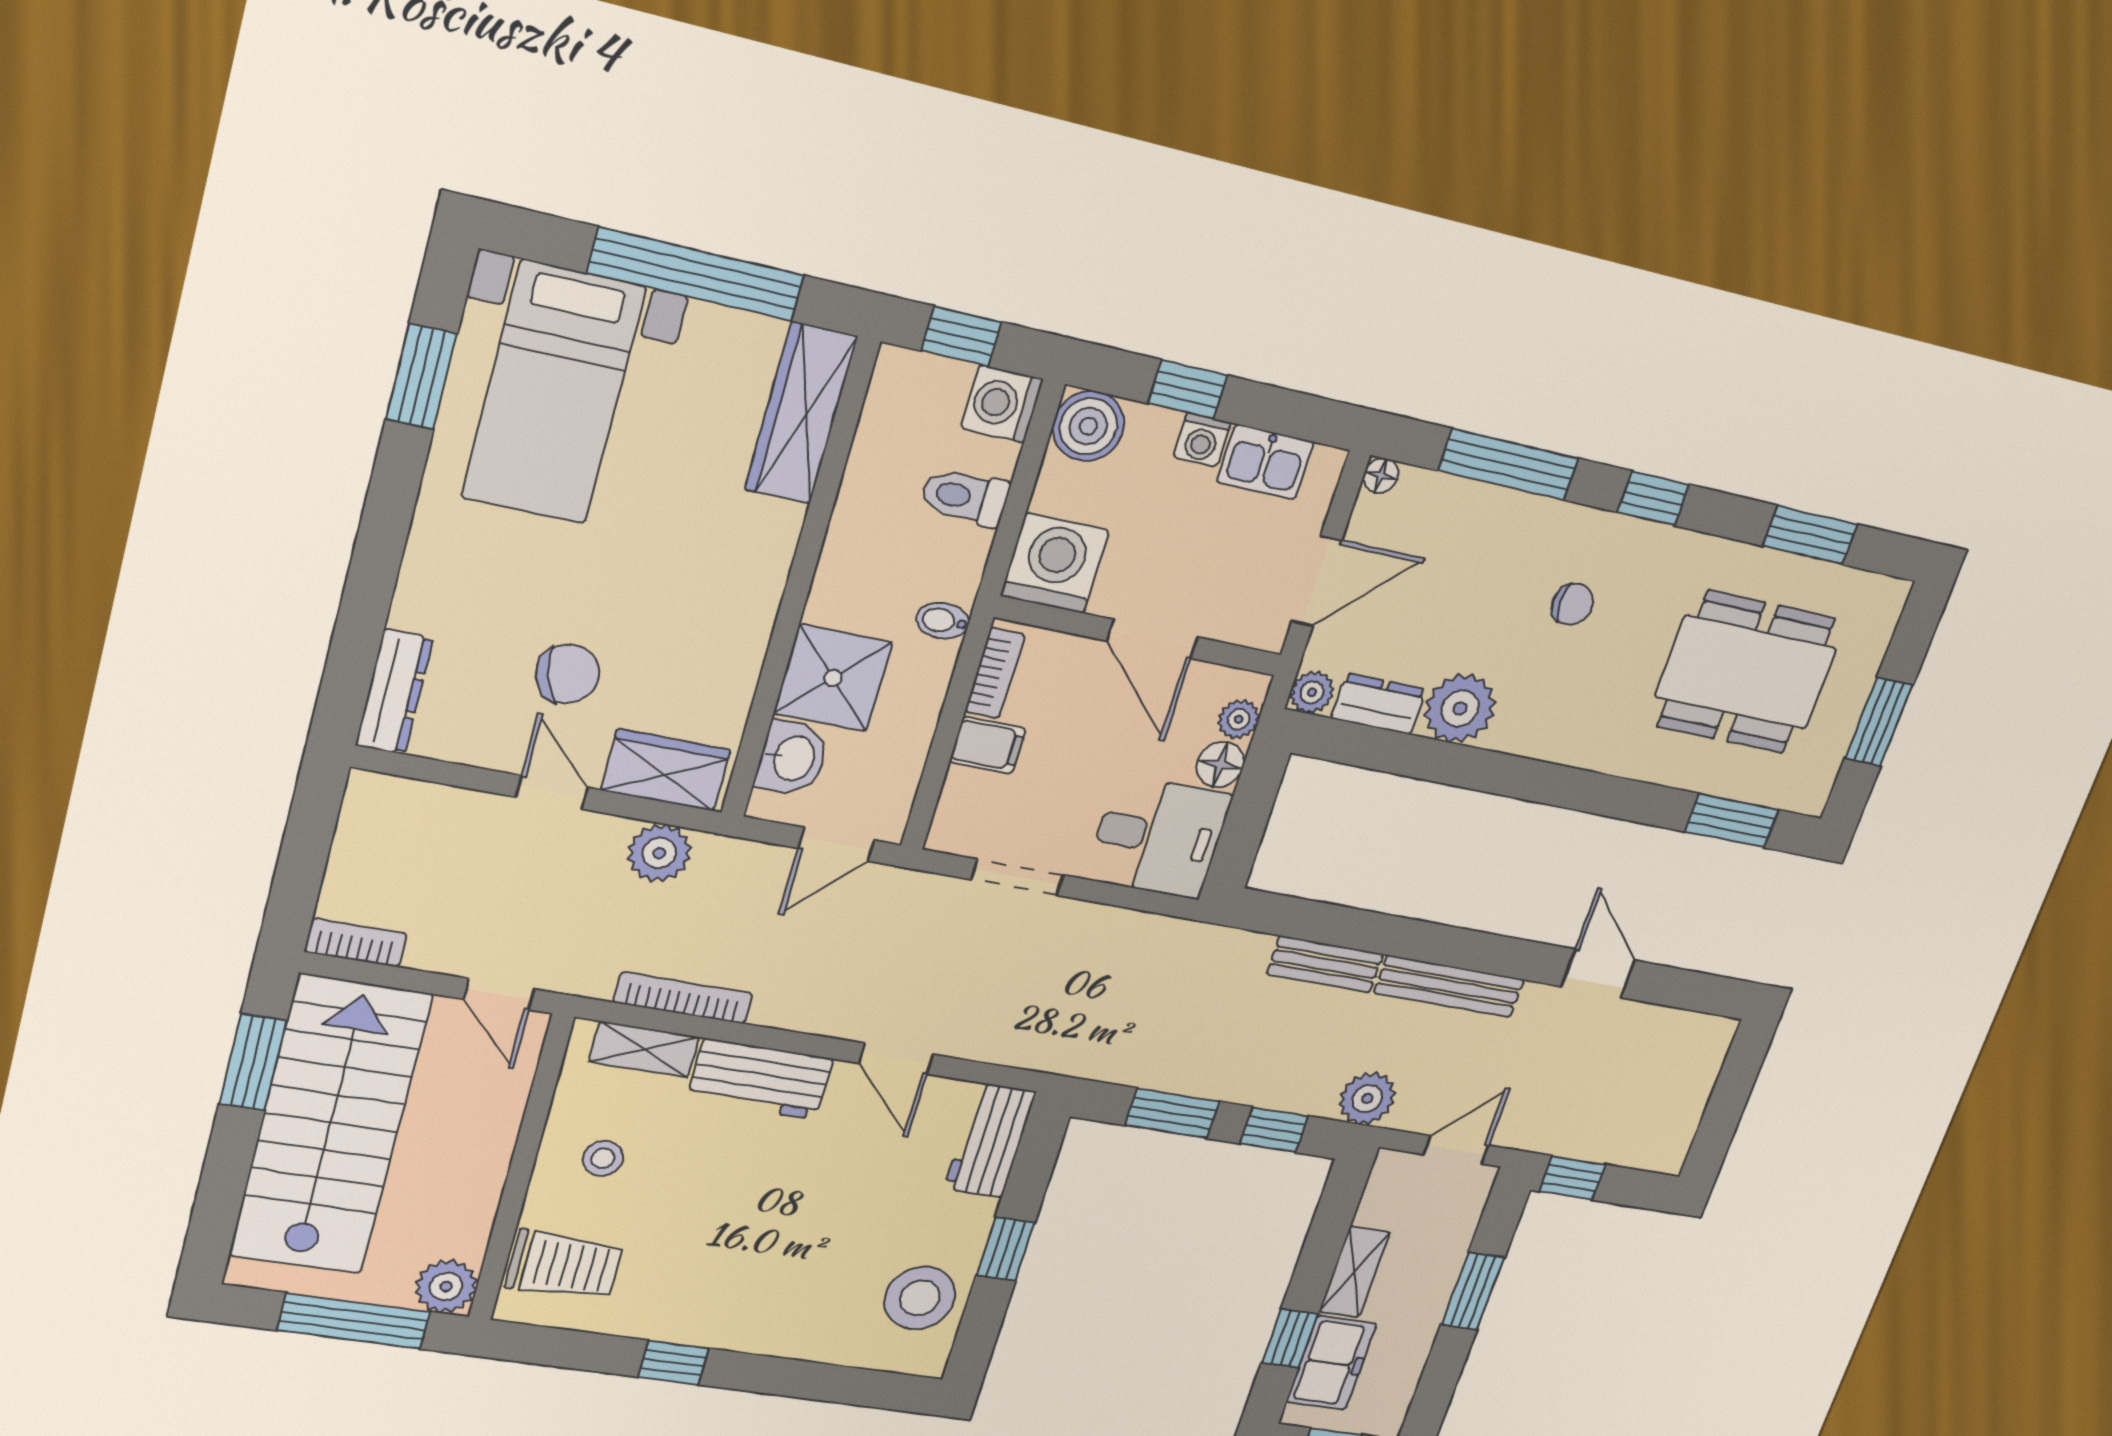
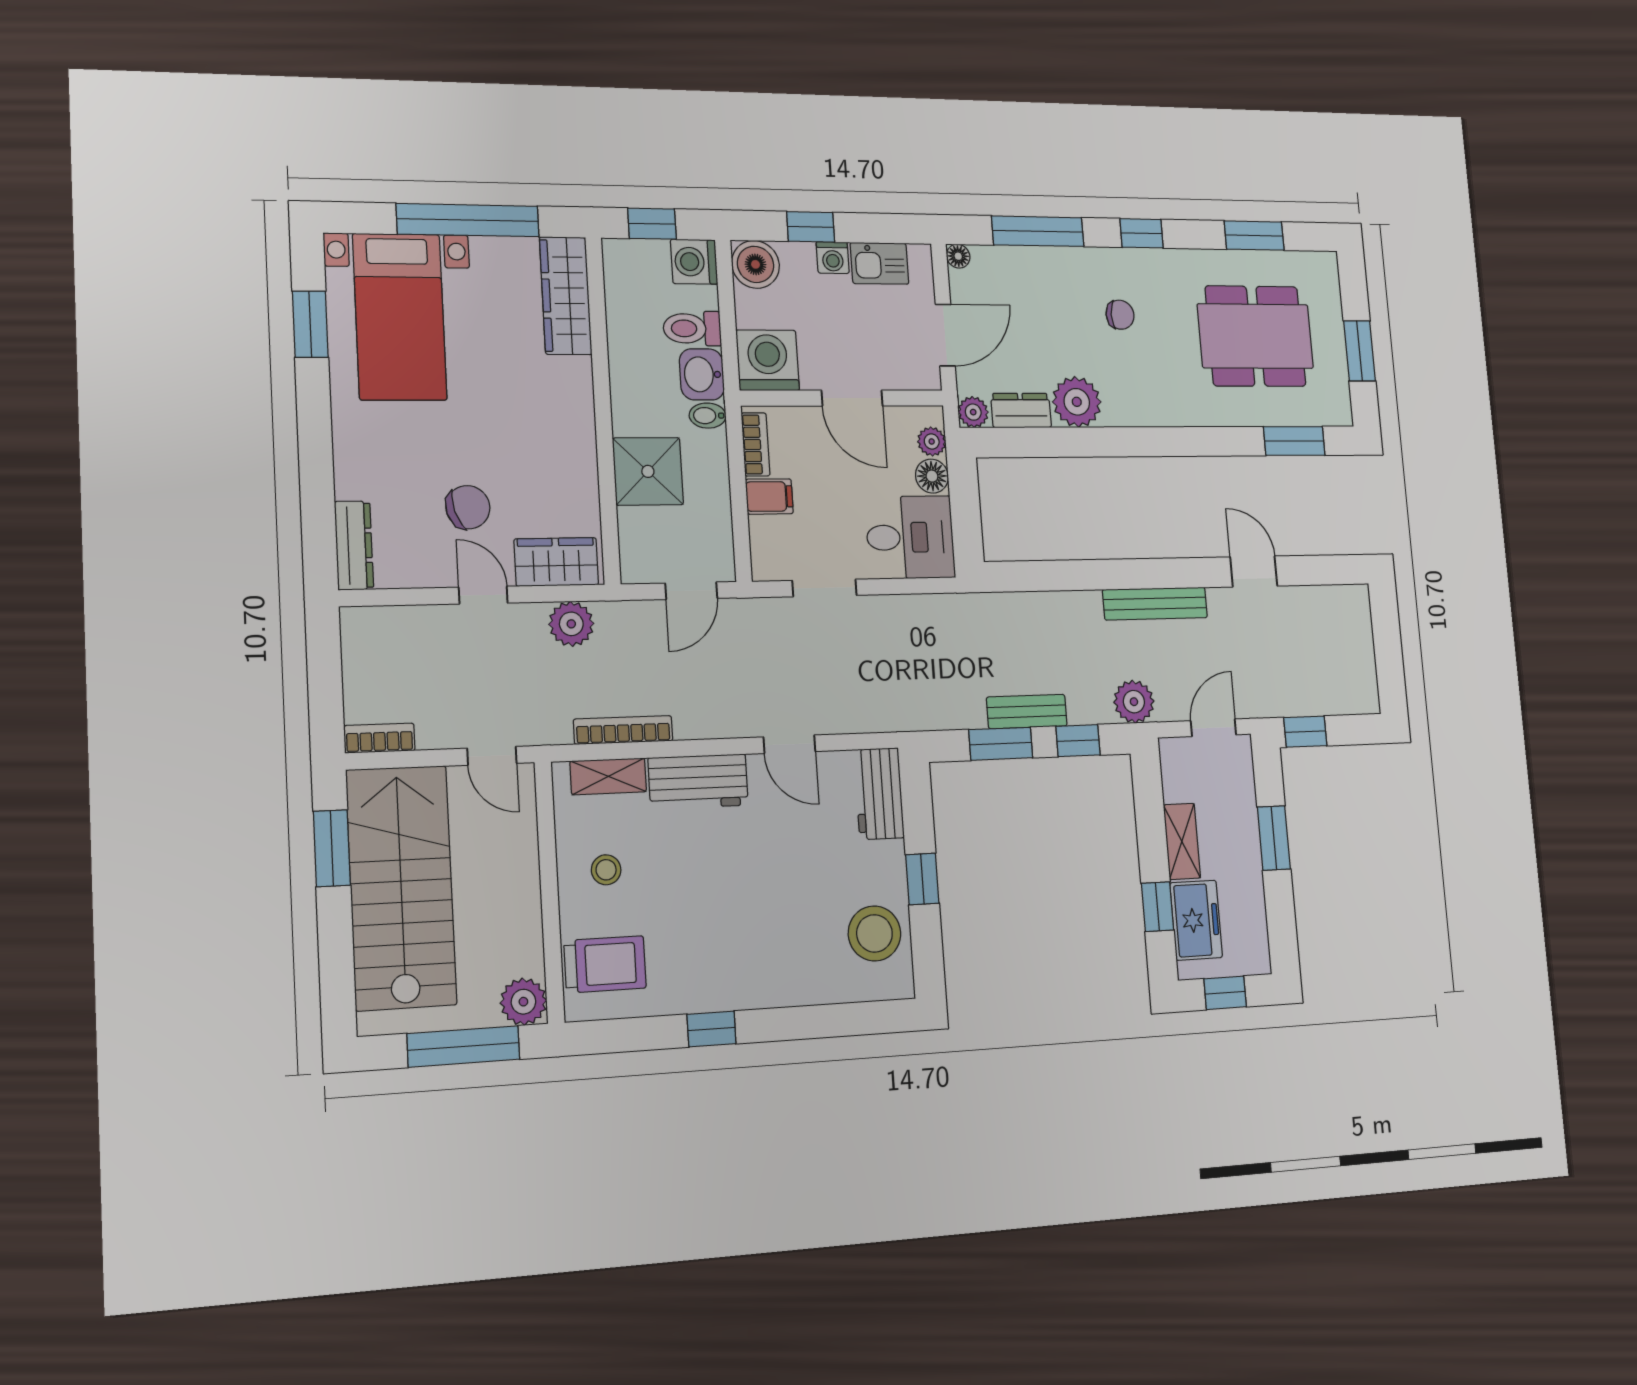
washbasin: (792, 758) -> (702, 374), moved, turned 180
bench: (1325, 964) -> (1027, 712), moved

